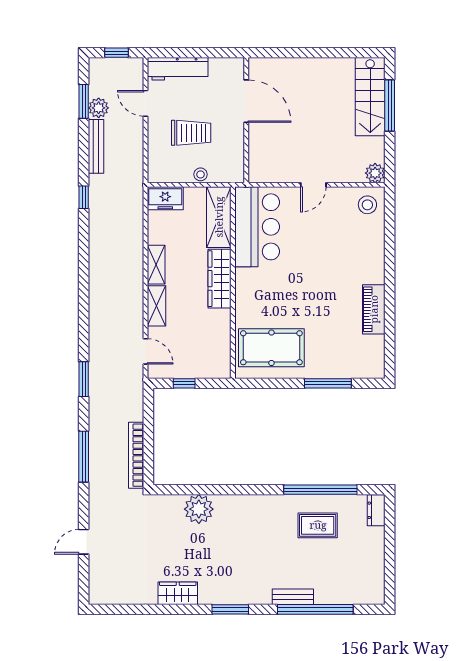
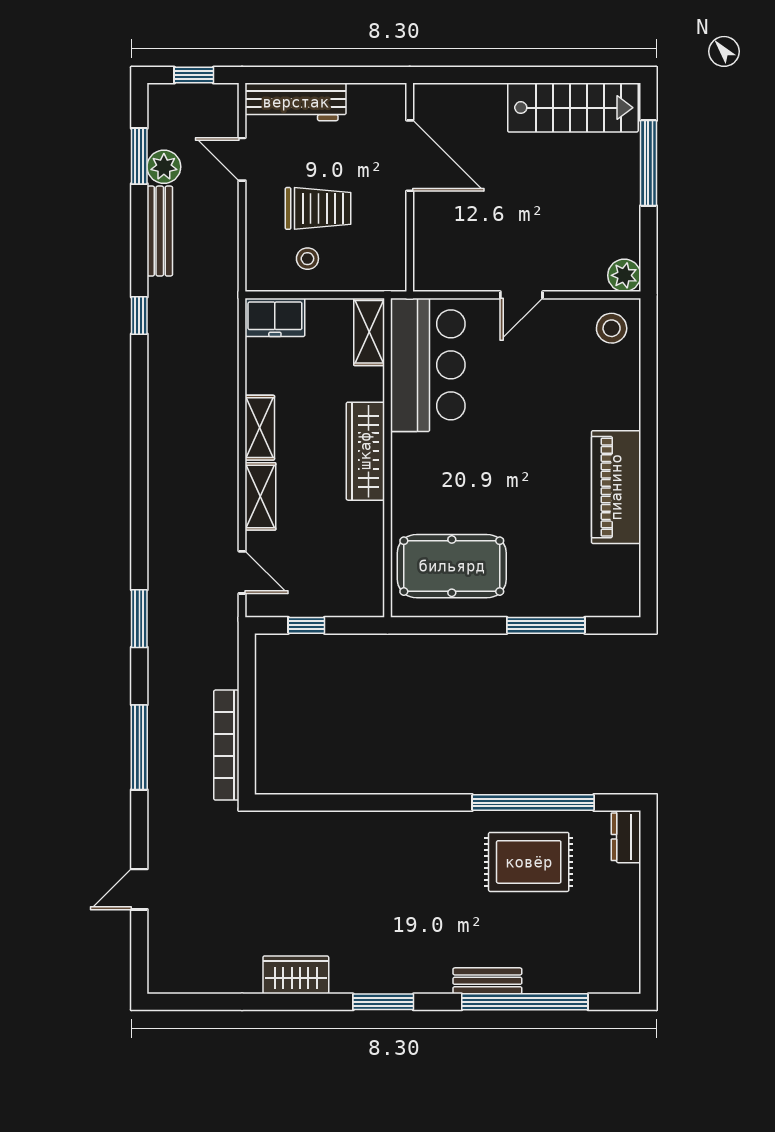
stairs: (370, 97) -> (573, 108), moved, turned -90
stool: (201, 174) -> (307, 259), moved
shelving: (219, 217) -> (369, 332), width x0.67, depth x0.75
piano: (374, 309) -> (616, 487), width x1.37, depth x1.33
plant: (199, 509) -> (331, 835), removed
rug: (318, 525) -> (529, 862), width x1.36, depth x1.43

